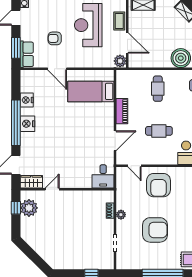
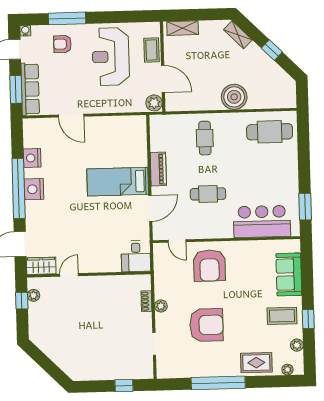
armchair: (55, 38) -> (62, 44), moved
row of seats: (27, 54) -> (30, 89), width x1.48
bed: (91, 91) -> (118, 182), moved
plant: (29, 208) -> (34, 295), width x0.53, depth x0.53

